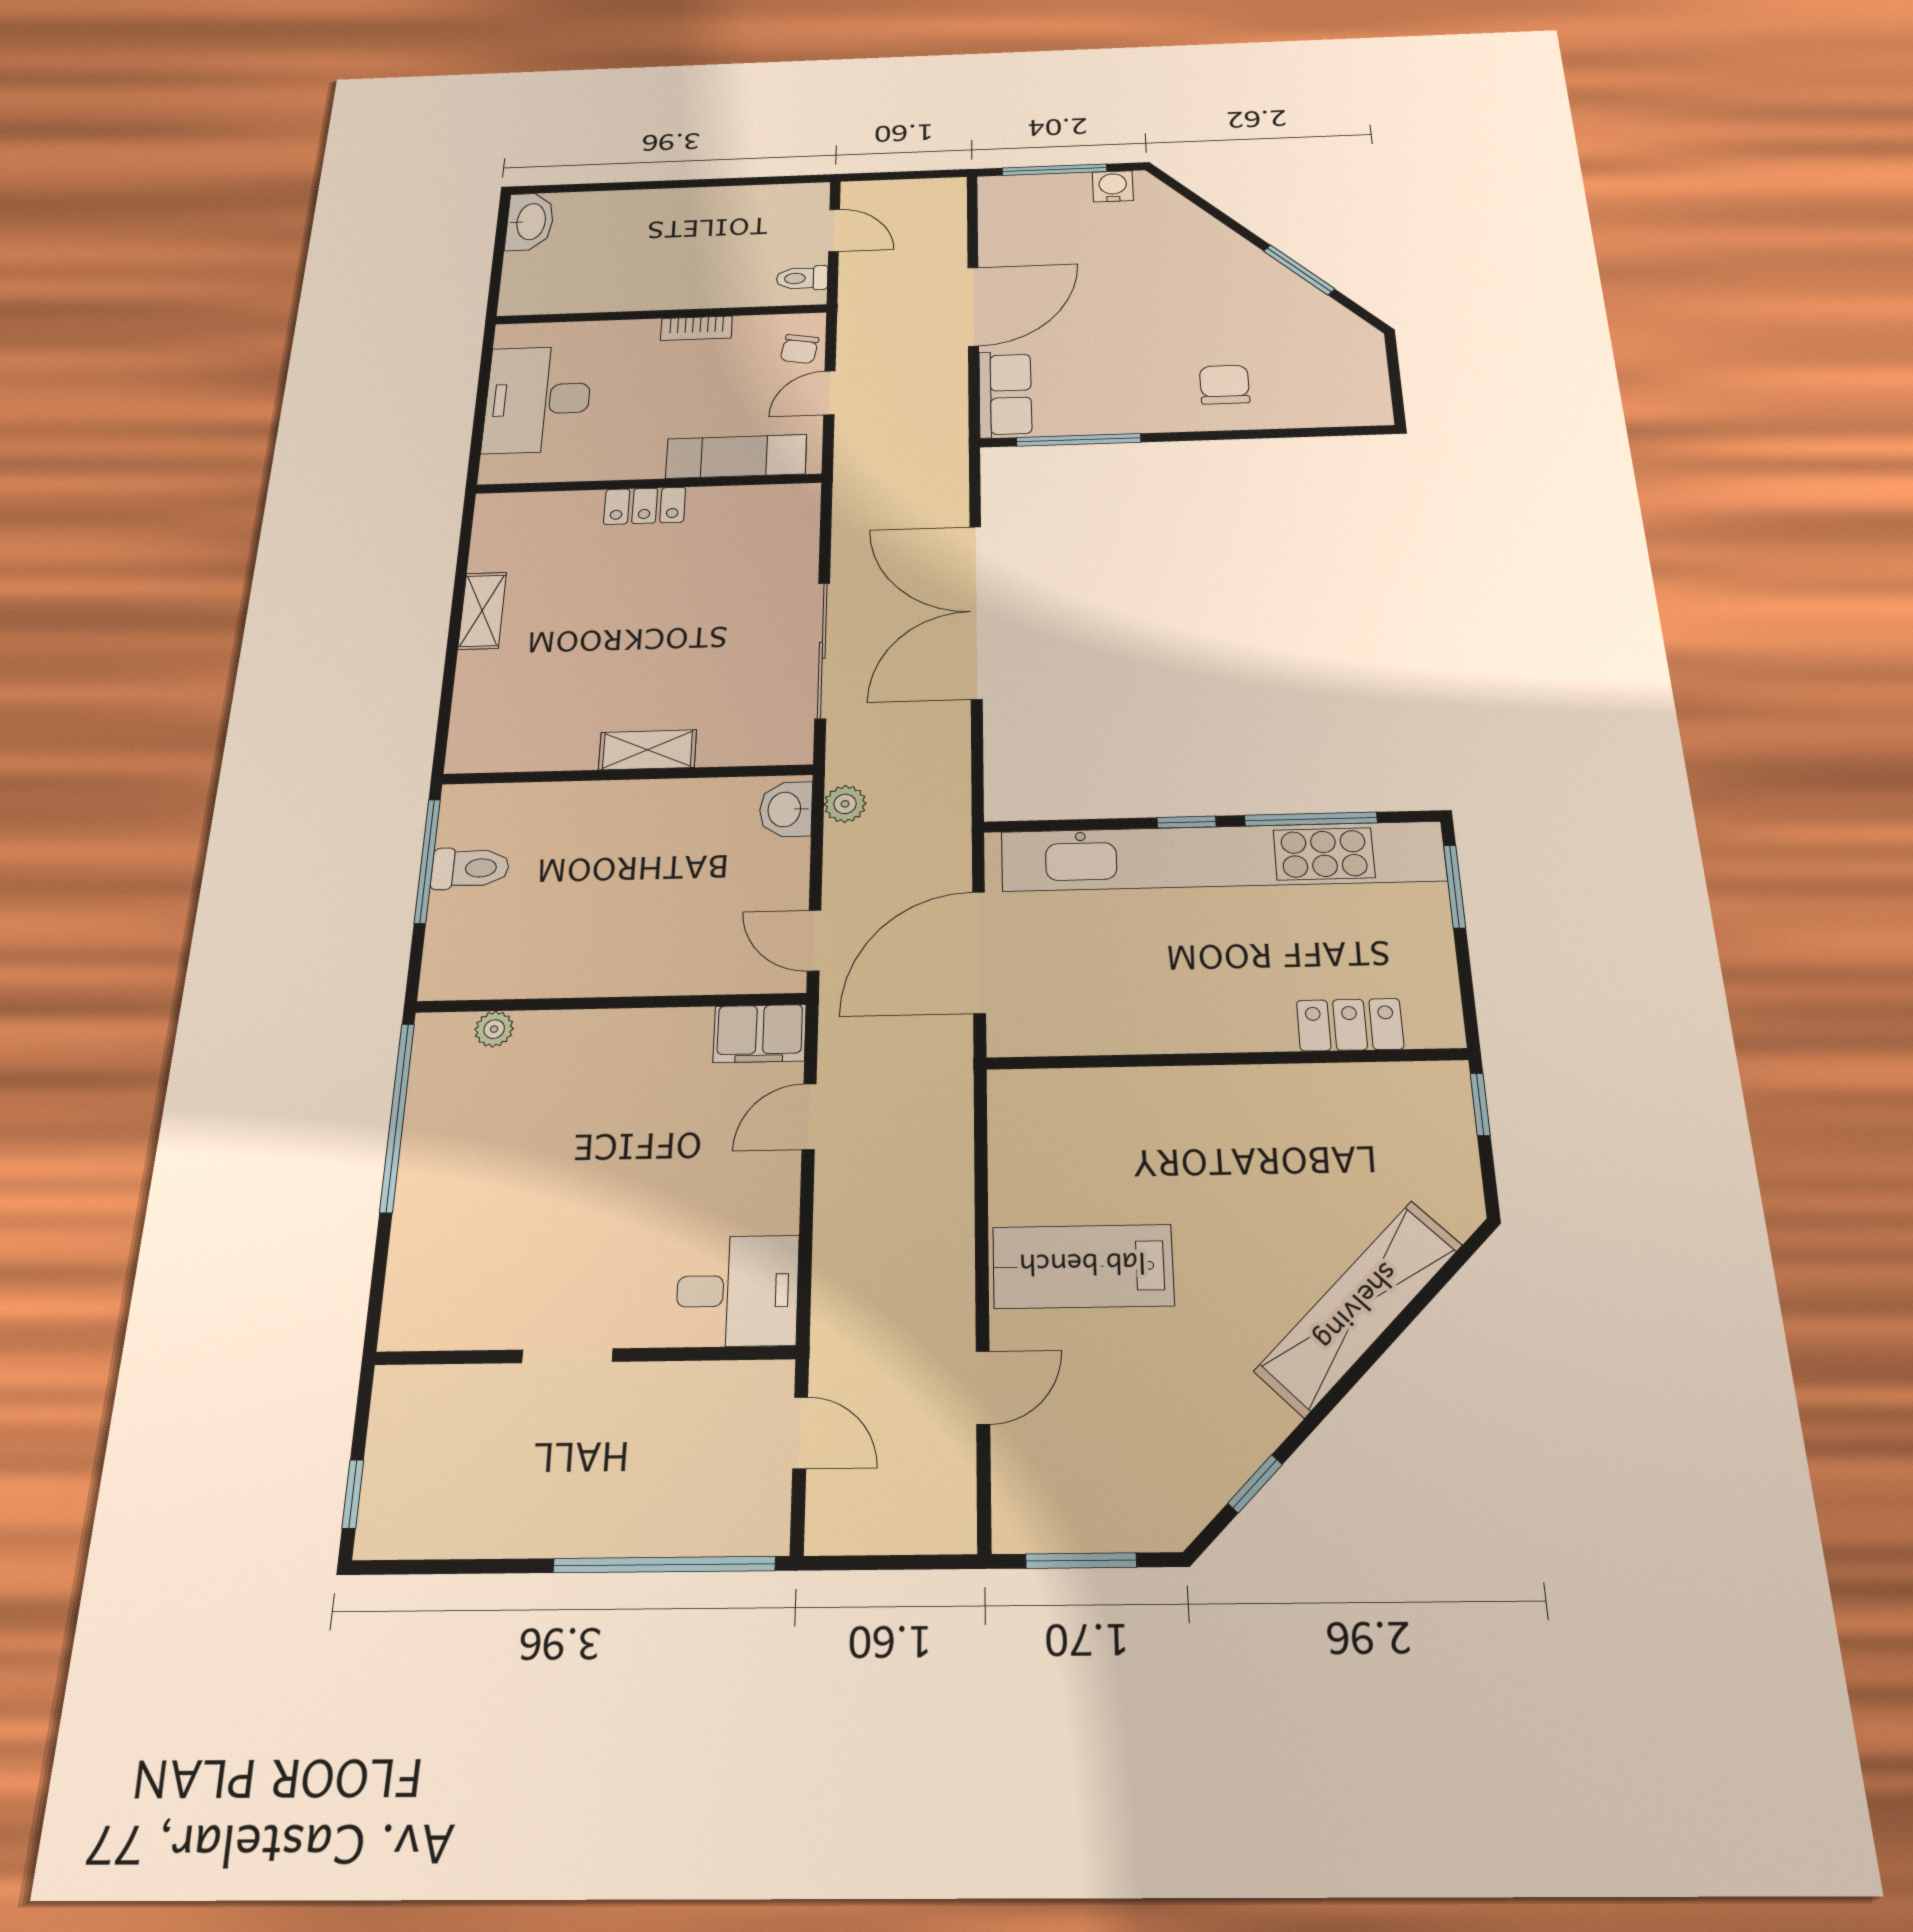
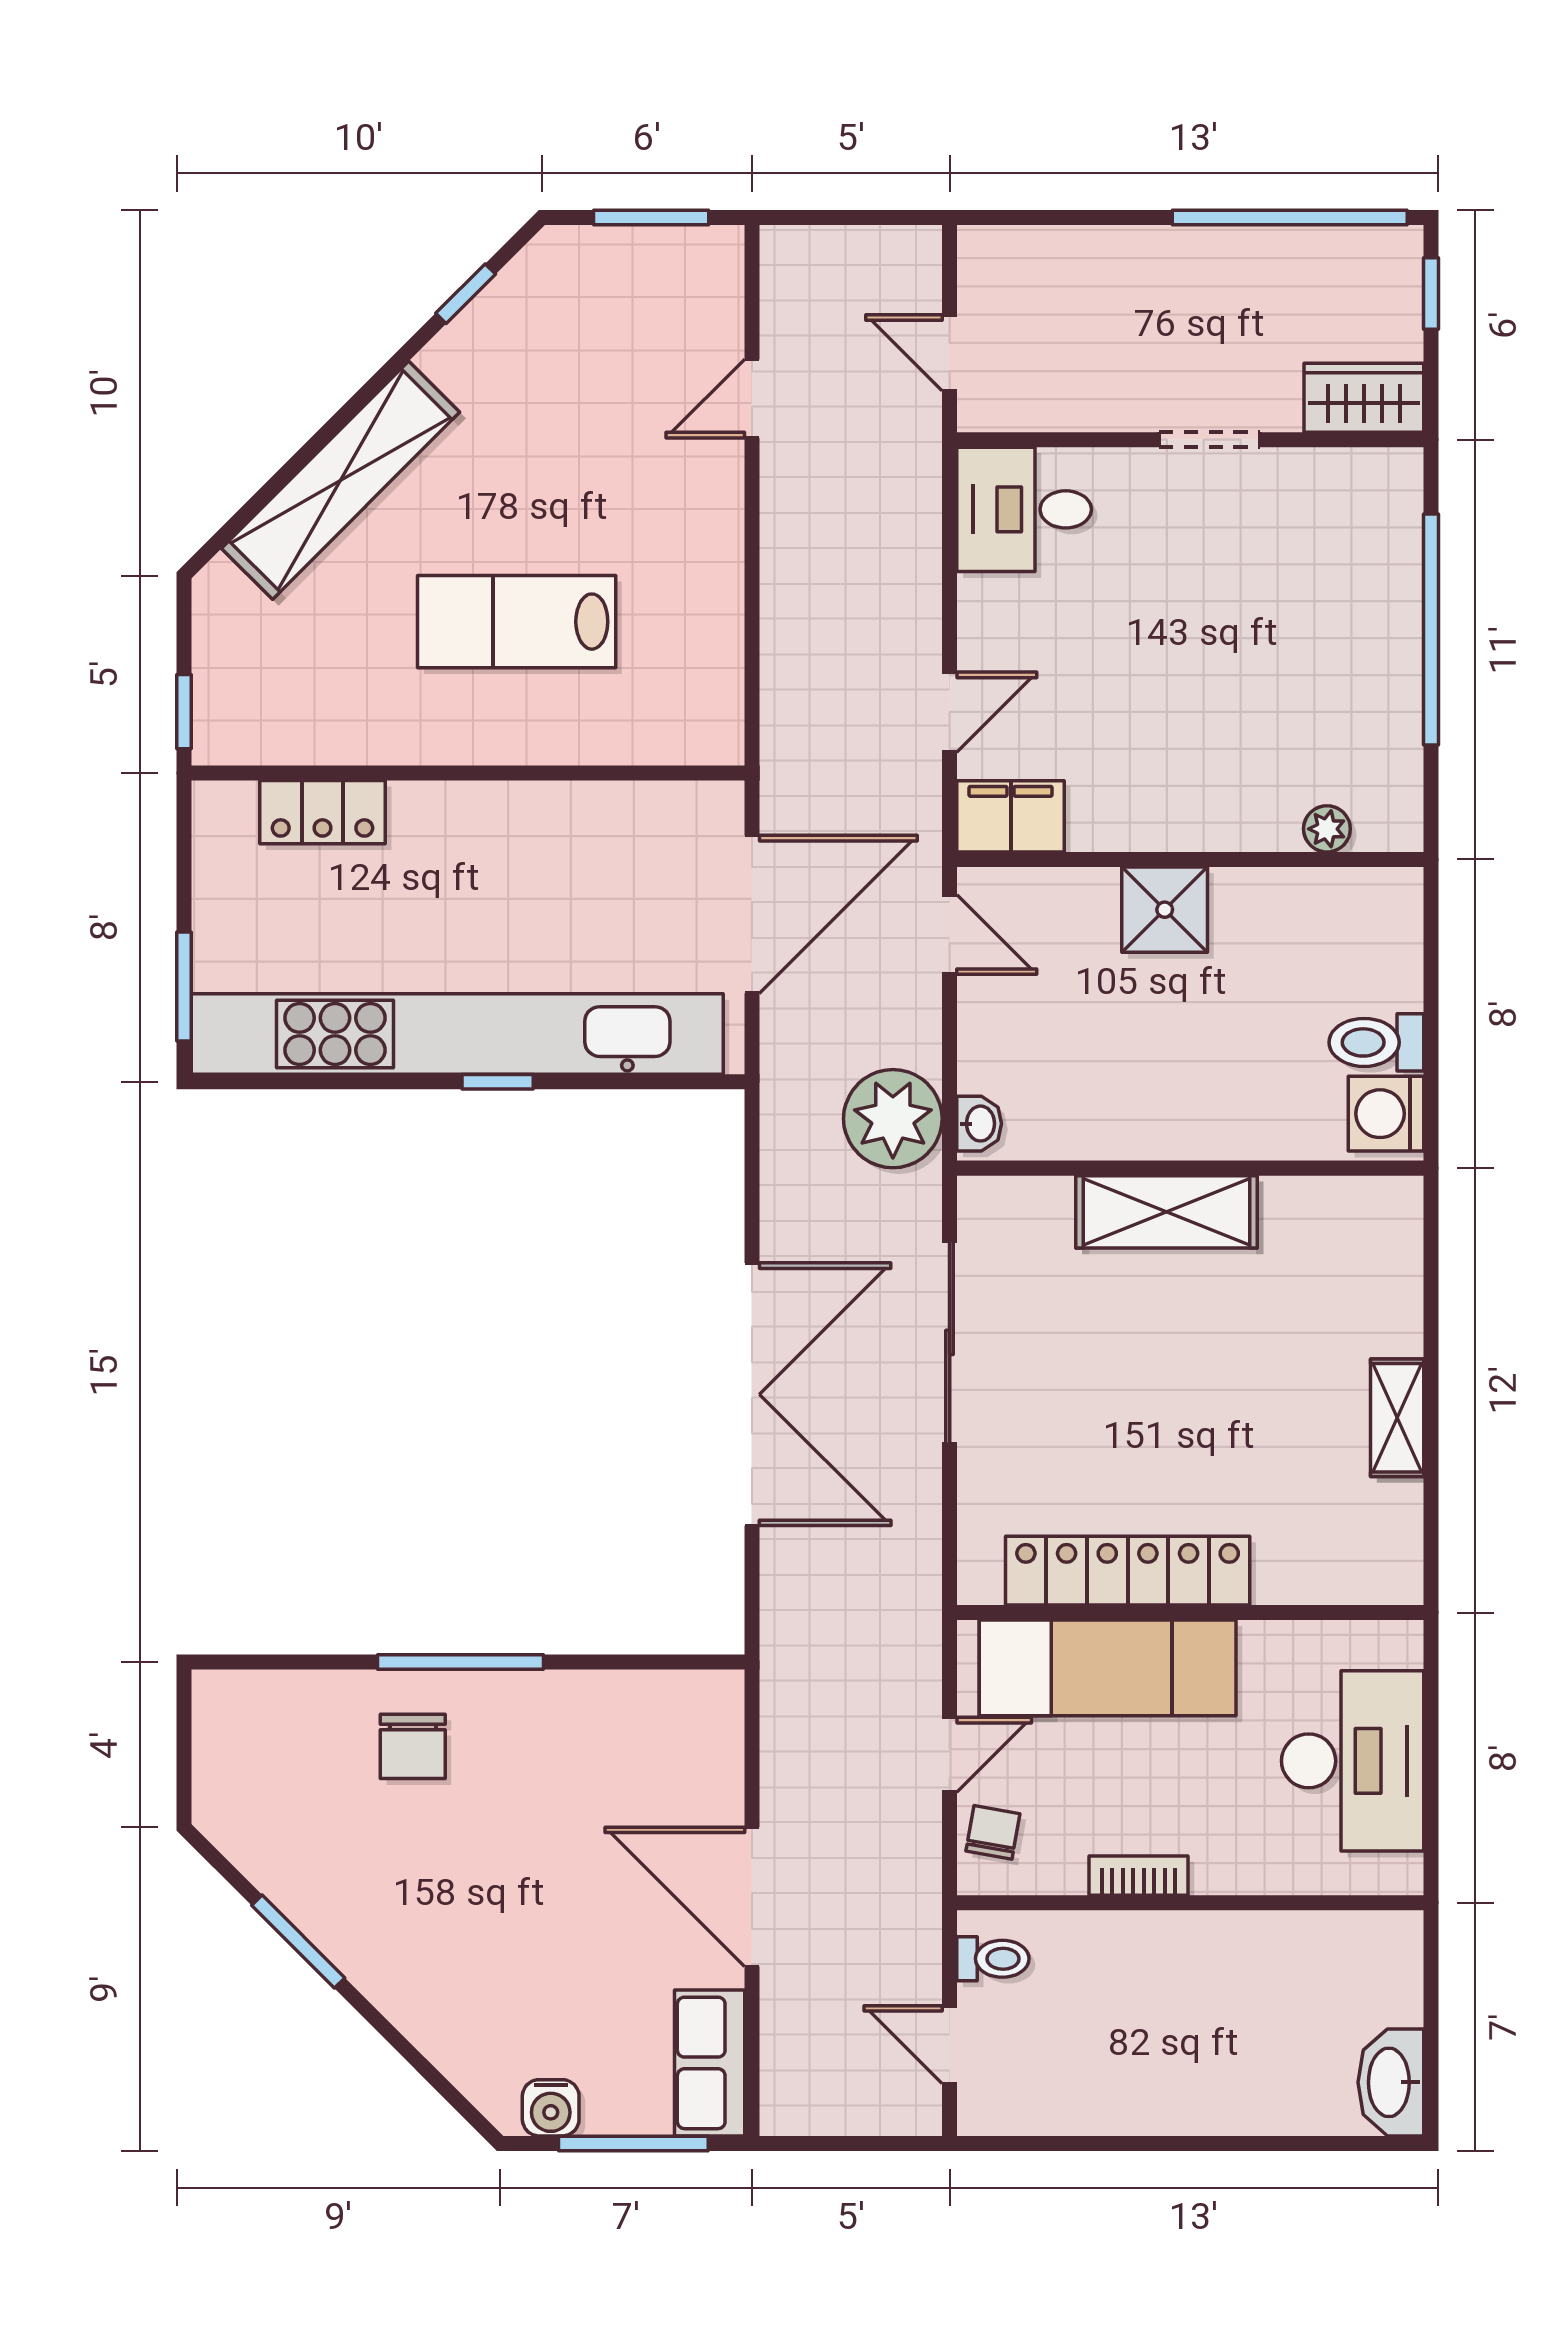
door: (973, 307) -> (752, 1897), hinge flipped
row of seats: (1005, 394) -> (710, 2063), moved
window: (1079, 440) -> (461, 1662), moved
exam couch: (736, 456) -> (1108, 1668), width x1.36, depth x1.45
locker: (645, 506) -> (1128, 1571), width x2.16, depth x1.21
shelving: (648, 750) -> (1167, 1212), width x1.50, depth x1.33
plant: (845, 804) -> (893, 1119), width x1.88, depth x1.88
washbasin: (786, 809) -> (979, 1124), width x0.72, depth x0.69
washing machine: (468, 817) -> (1386, 1114), added
window: (1311, 819) -> (347, 1082), removed
window: (427, 861) -> (1431, 1054), removed
shower: (634, 963) -> (1165, 910), added
window: (397, 1117) -> (1431, 629), moved
lab bench: (1083, 1266) -> (517, 622), moved, turned 180
wardrobe: (425, 1396) -> (1364, 398), added
window: (664, 1565) -> (1290, 217), moved

